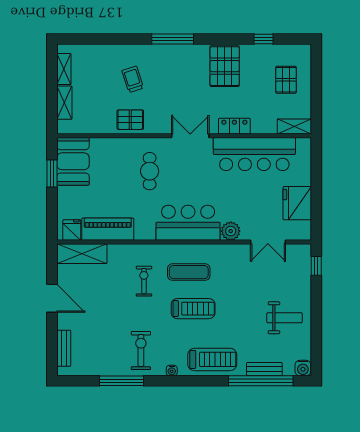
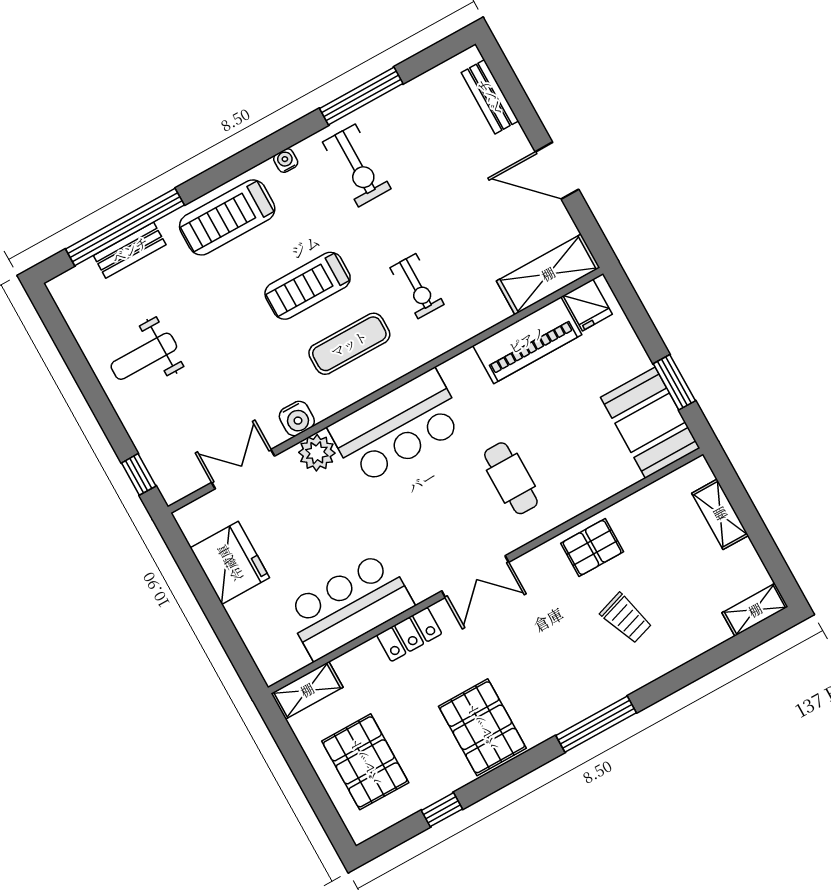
shelving: (64, 69) -> (755, 610), moved, turned 90
pallet: (286, 80) -> (365, 762), width x1.50, depth x1.42
bar counter: (254, 154) -> (349, 606), width x0.73
water cooler: (303, 368) -> (297, 418), moved, turned 180

